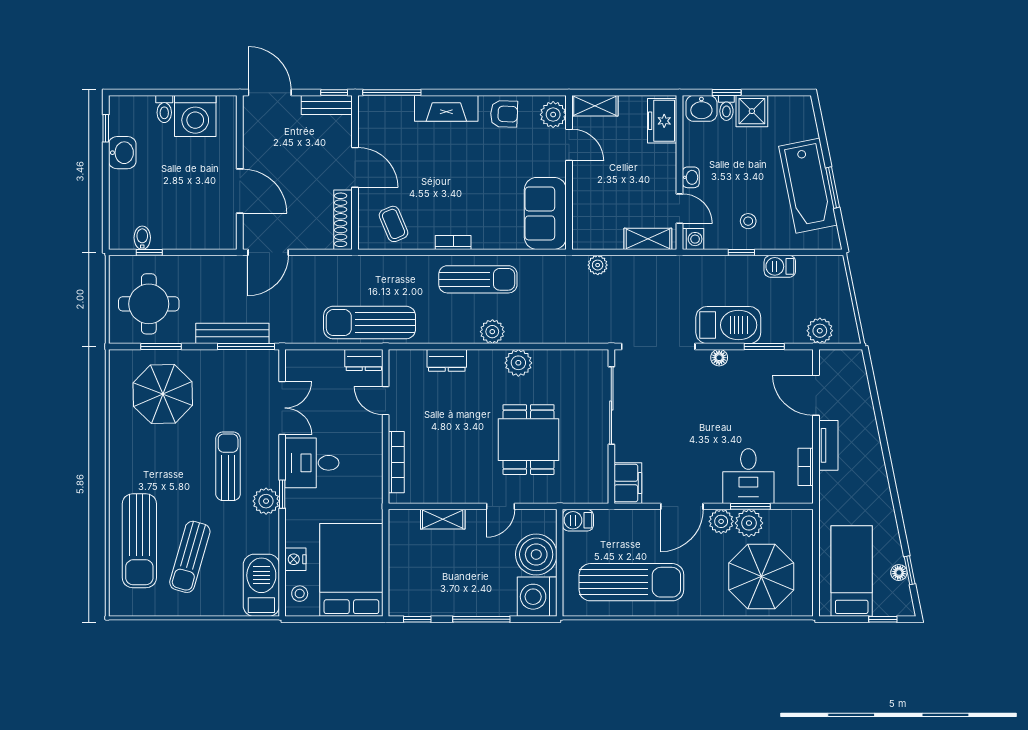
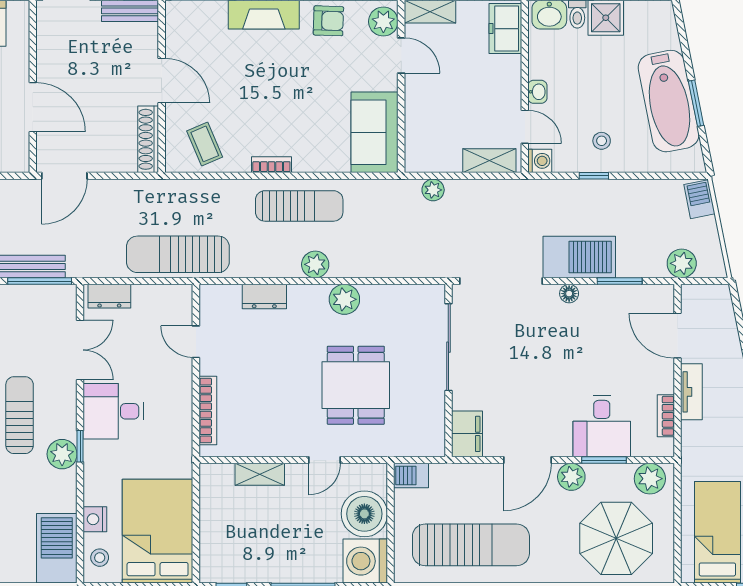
barbecue: (780, 266) -> (699, 199), moved, turned 79
dresser: (364, 360) -> (109, 296), moved
plant: (749, 523) -> (650, 479), moved

